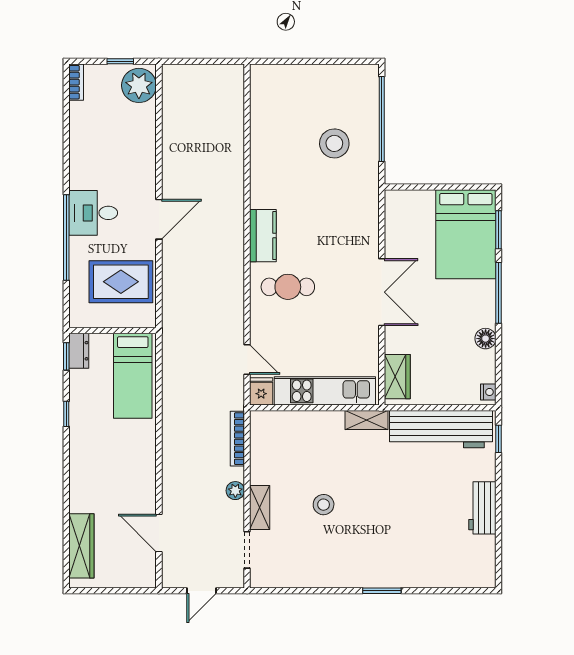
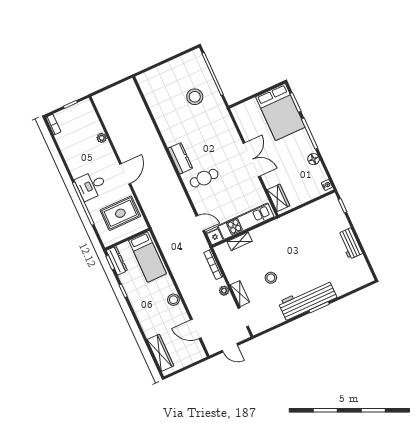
plant: (139, 85) -> (102, 138), moved, width x0.53, depth x0.53
dresser: (79, 351) -> (117, 261), width x1.44
shelving: (366, 420) -> (240, 241), moved
workbench: (441, 429) -> (307, 300), moved, turned 180
stool: (144, 467) -> (173, 300), added
door: (202, 591) -> (230, 348), hinge flipped

